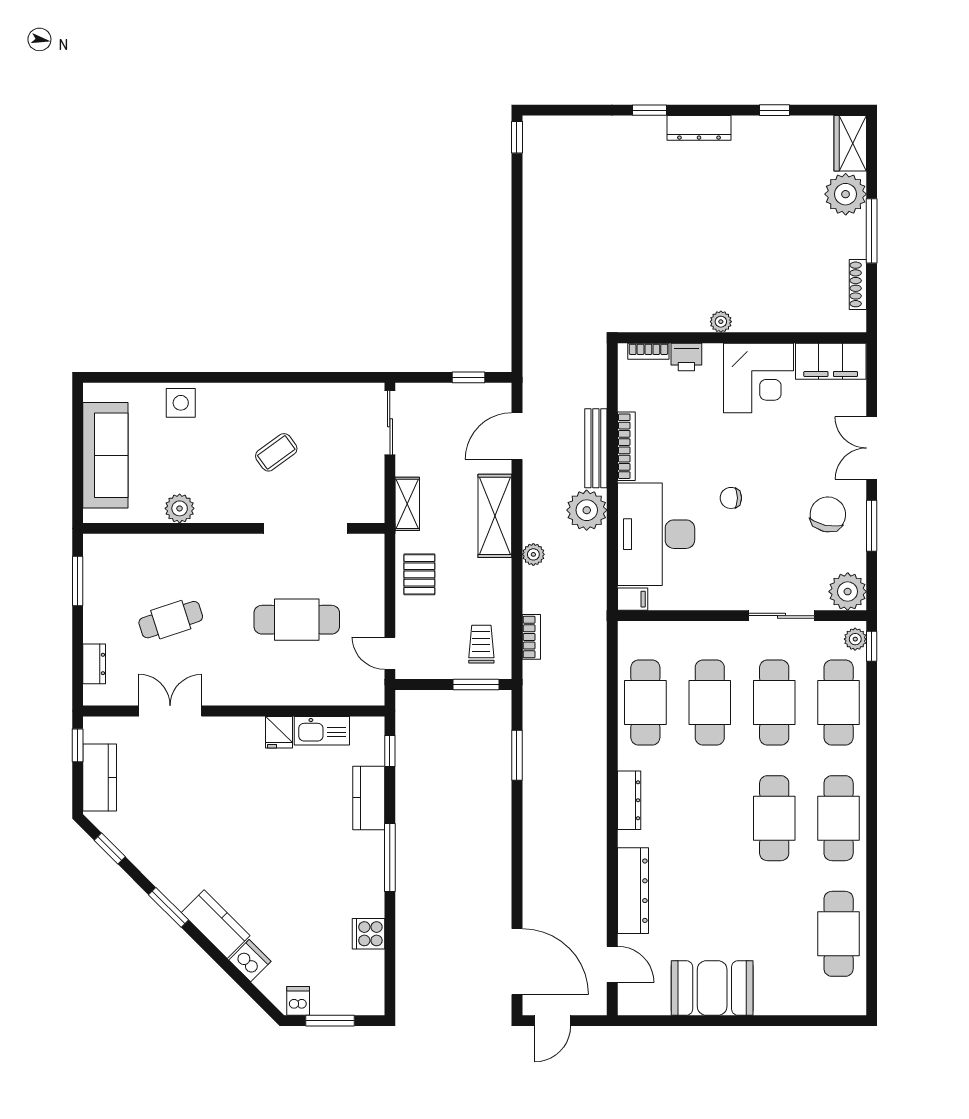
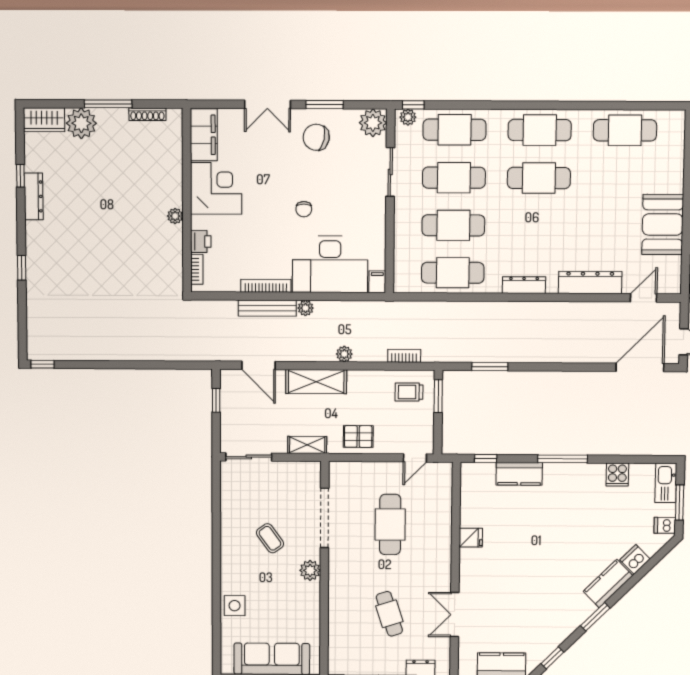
dresser: (699, 128) -> (34, 196), moved
plant: (180, 508) -> (310, 570), moved
plant: (587, 510) -> (306, 308), width x0.53, depth x0.53
kitchen sink: (322, 731) -> (666, 483), moved, turned 180

